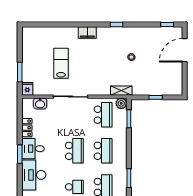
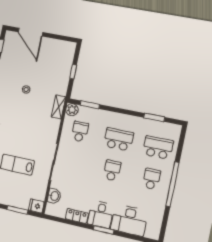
school desk: (103, 115) -> (80, 132), width x0.54
school desk: (74, 151) -> (112, 170), width x0.54

